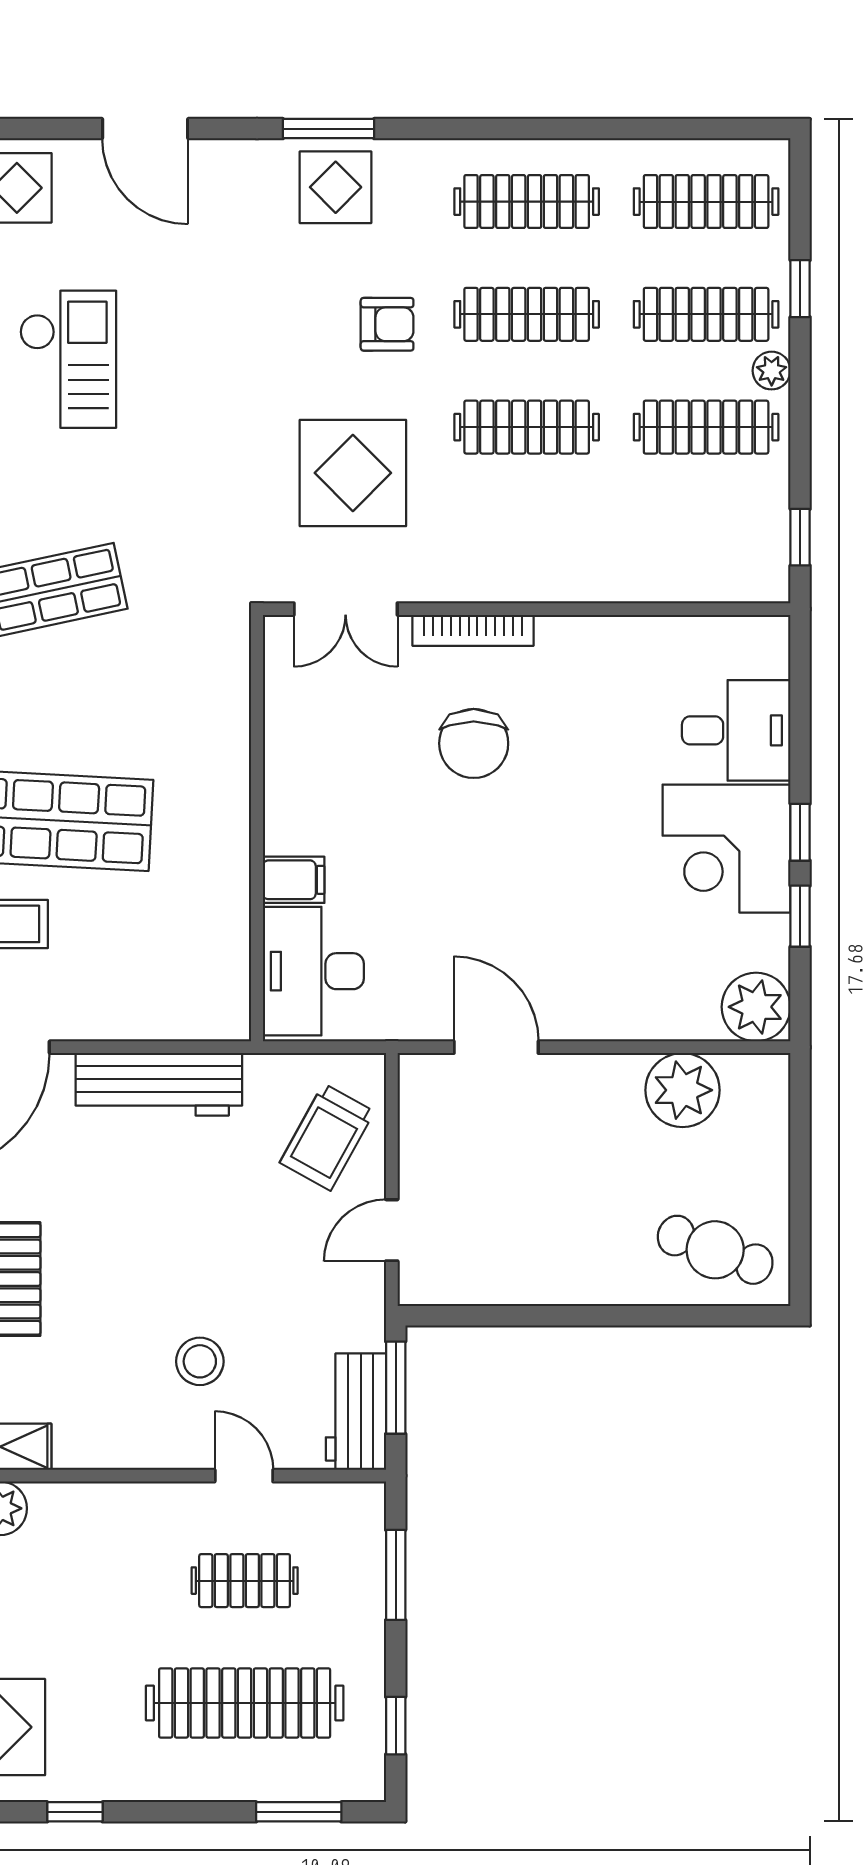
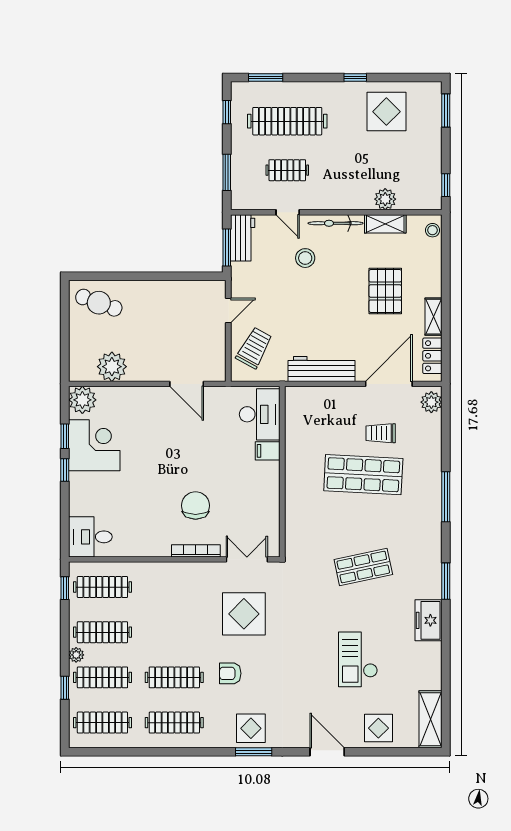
clothes rail: (527, 427) -> (102, 587), moved
desk: (736, 730) -> (90, 537), moved
corner desk: (726, 849) -> (94, 445), moved
bicycle: (124, 1448) -> (336, 223), added

